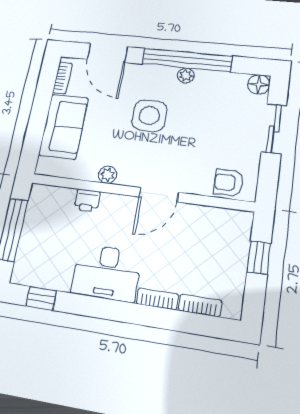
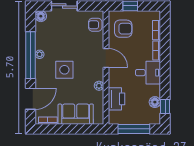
armchair: (229, 183) -> (95, 25), turned 90
printer: (87, 201) -> (116, 99), width x1.87, depth x1.48
armchair: (213, 237) -> (123, 29), added
desk: (107, 273) -> (148, 73), width x0.73
floor lamp: (54, 279) -> (155, 102), added

